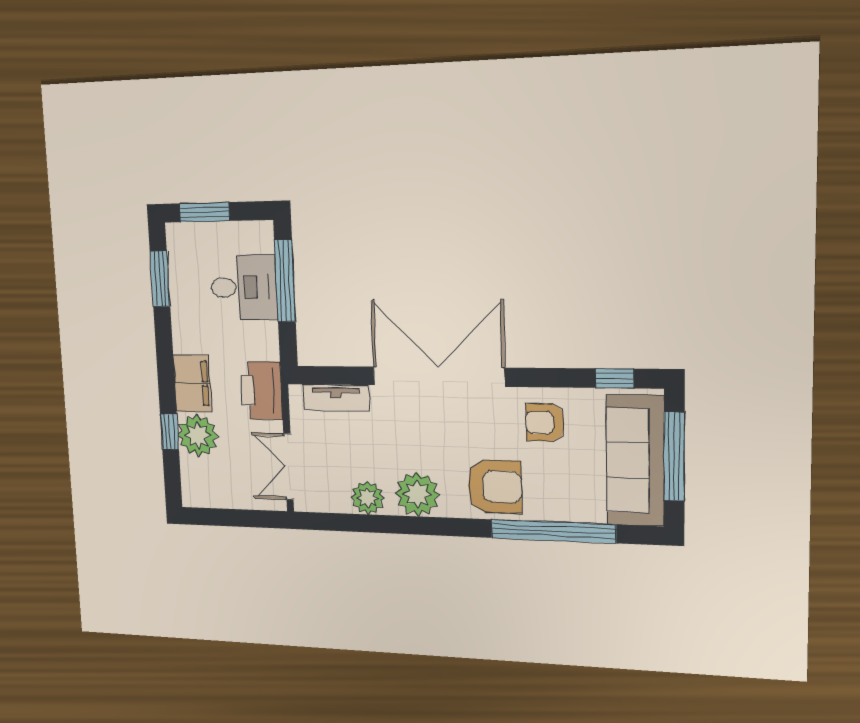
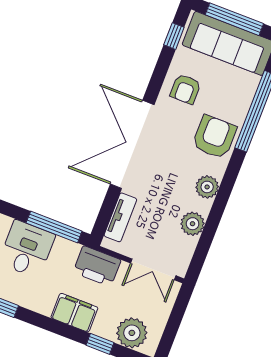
window: (285, 281) -> (54, 227), moved
plant: (198, 436) -> (132, 333), moved
plant: (417, 494) -> (207, 187), width x0.73, depth x0.73

